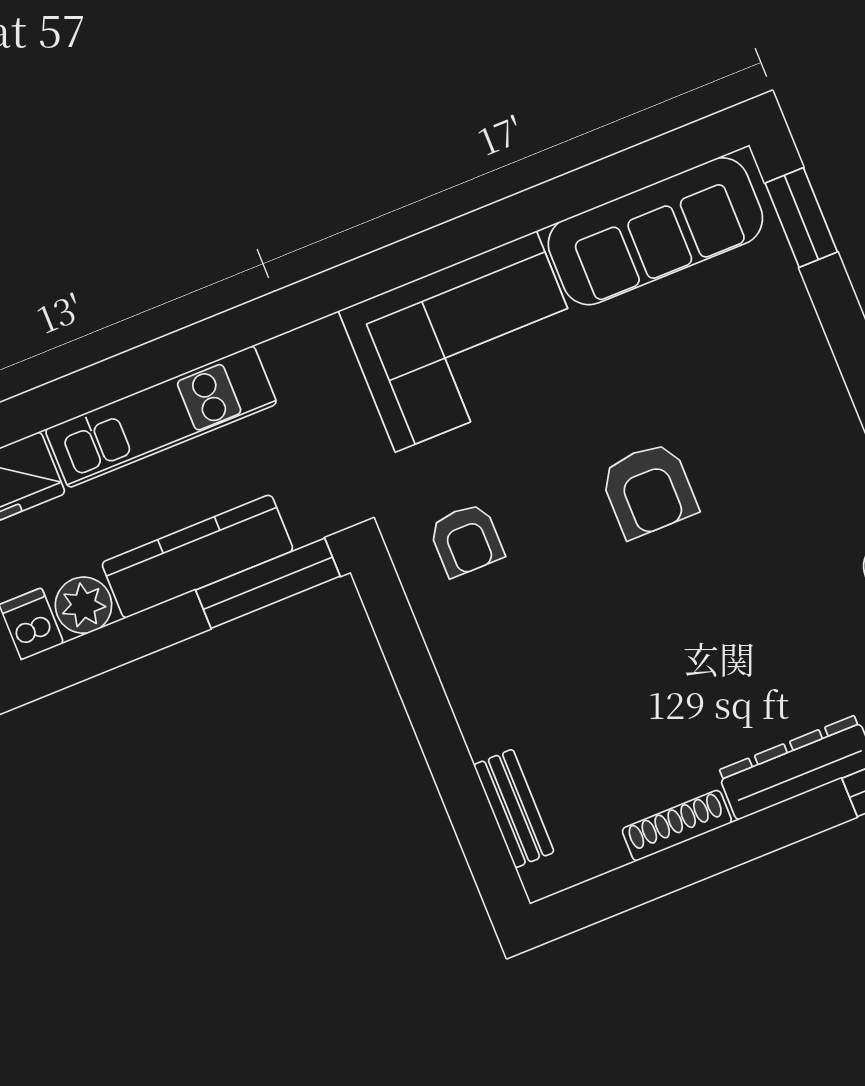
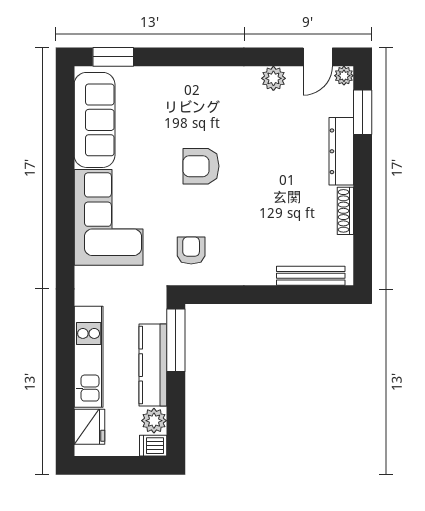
armchair: (649, 490) -> (201, 166), turned 180
armchair: (466, 540) -> (191, 250), turned -90
bench: (514, 808) -> (311, 276), width x1.36

